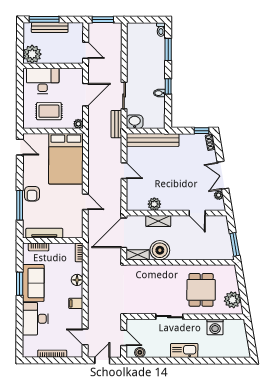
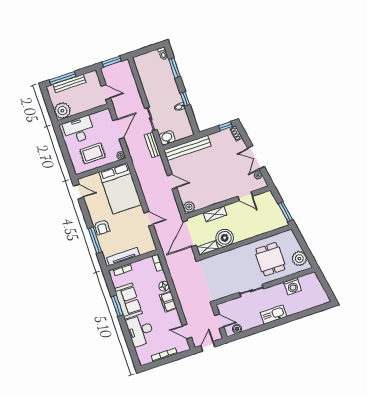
plant: (154, 204) -> (189, 207), moved
filing cabinet: (76, 303) -> (168, 302), width x2.00

